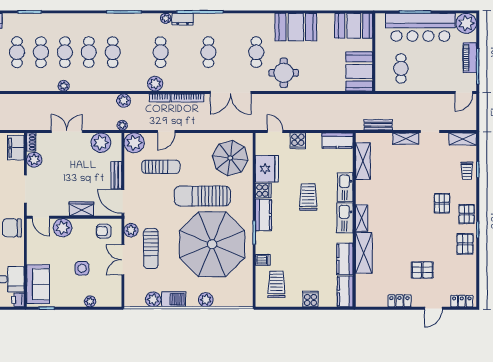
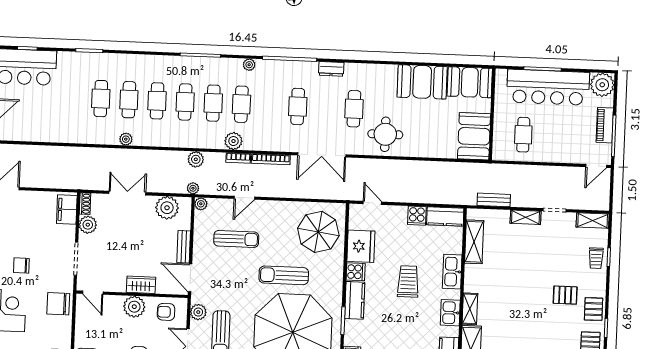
dresser: (183, 19) -> (331, 69), moved
booth: (296, 27) -> (422, 82), moved
cafe table: (17, 52) -> (213, 103), moved
cooker: (298, 141) -> (417, 216), moved
plant: (134, 143) -> (201, 204), width x0.53, depth x0.53
sun lounger: (202, 196) -> (284, 275), width x0.73, depth x0.75
pallet: (442, 203) -> (565, 295), turned 90
kitchen sink: (345, 218) -> (450, 313), width x0.73
plant: (63, 228) -> (134, 307), moved

